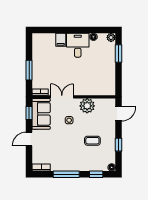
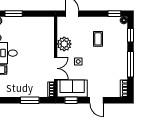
double door: (62, 97) -> (56, 68), swing flipped
window: (119, 145) -> (114, 14), moved

